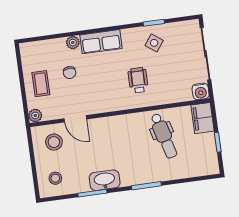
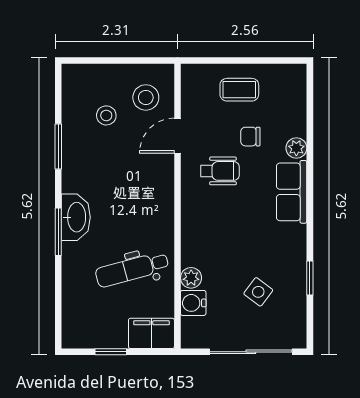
side table: (154, 43) -> (258, 292), moved
wheelchair: (138, 80) -> (220, 171), moved
water cooler: (201, 91) -> (193, 303), moved
plant: (35, 115) -> (191, 278), moved
stool: (55, 178) -> (106, 115), moved
washbasin: (105, 180) -> (76, 217), moved

